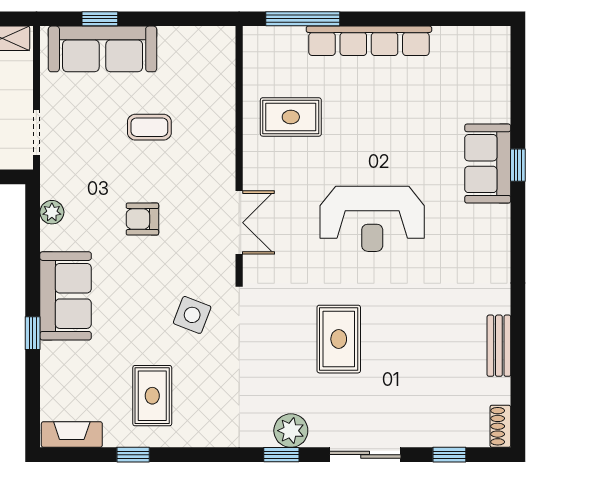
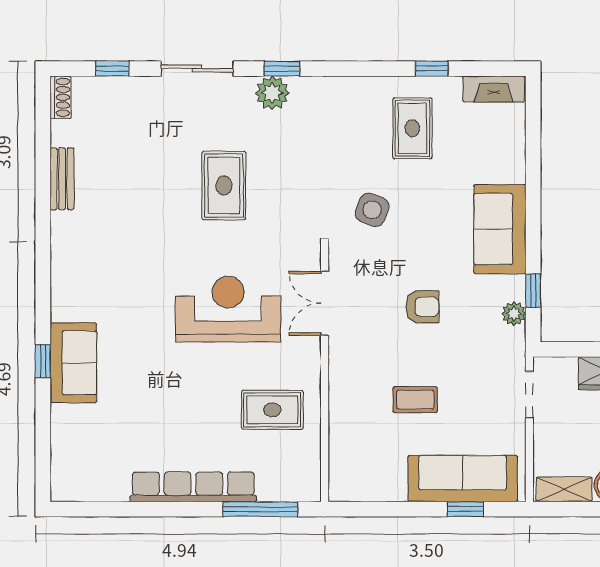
reception desk: (372, 219) -> (228, 309), moved
window: (33, 333) -> (533, 291), moved

